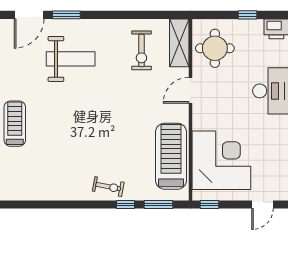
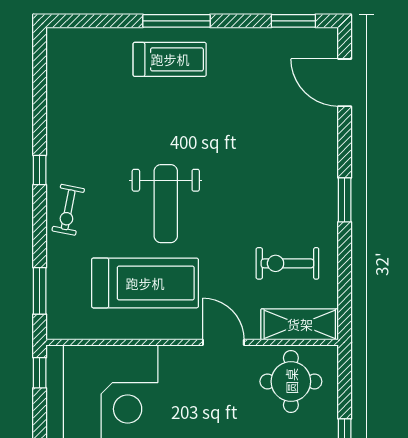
window: (66, 15) -> (345, 200), moved
weight bench: (71, 59) -> (166, 204), moved
treadmill: (171, 156) -> (145, 283), moved
window: (125, 204) -> (40, 170), moved

